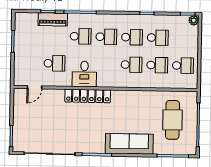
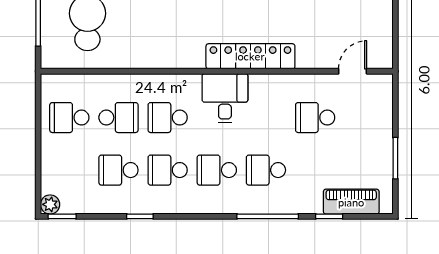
piano: (53, 19) -> (351, 202), moved
school desk: (157, 65) -> (118, 118), turned 180
desk: (84, 74) -> (225, 98), moved

